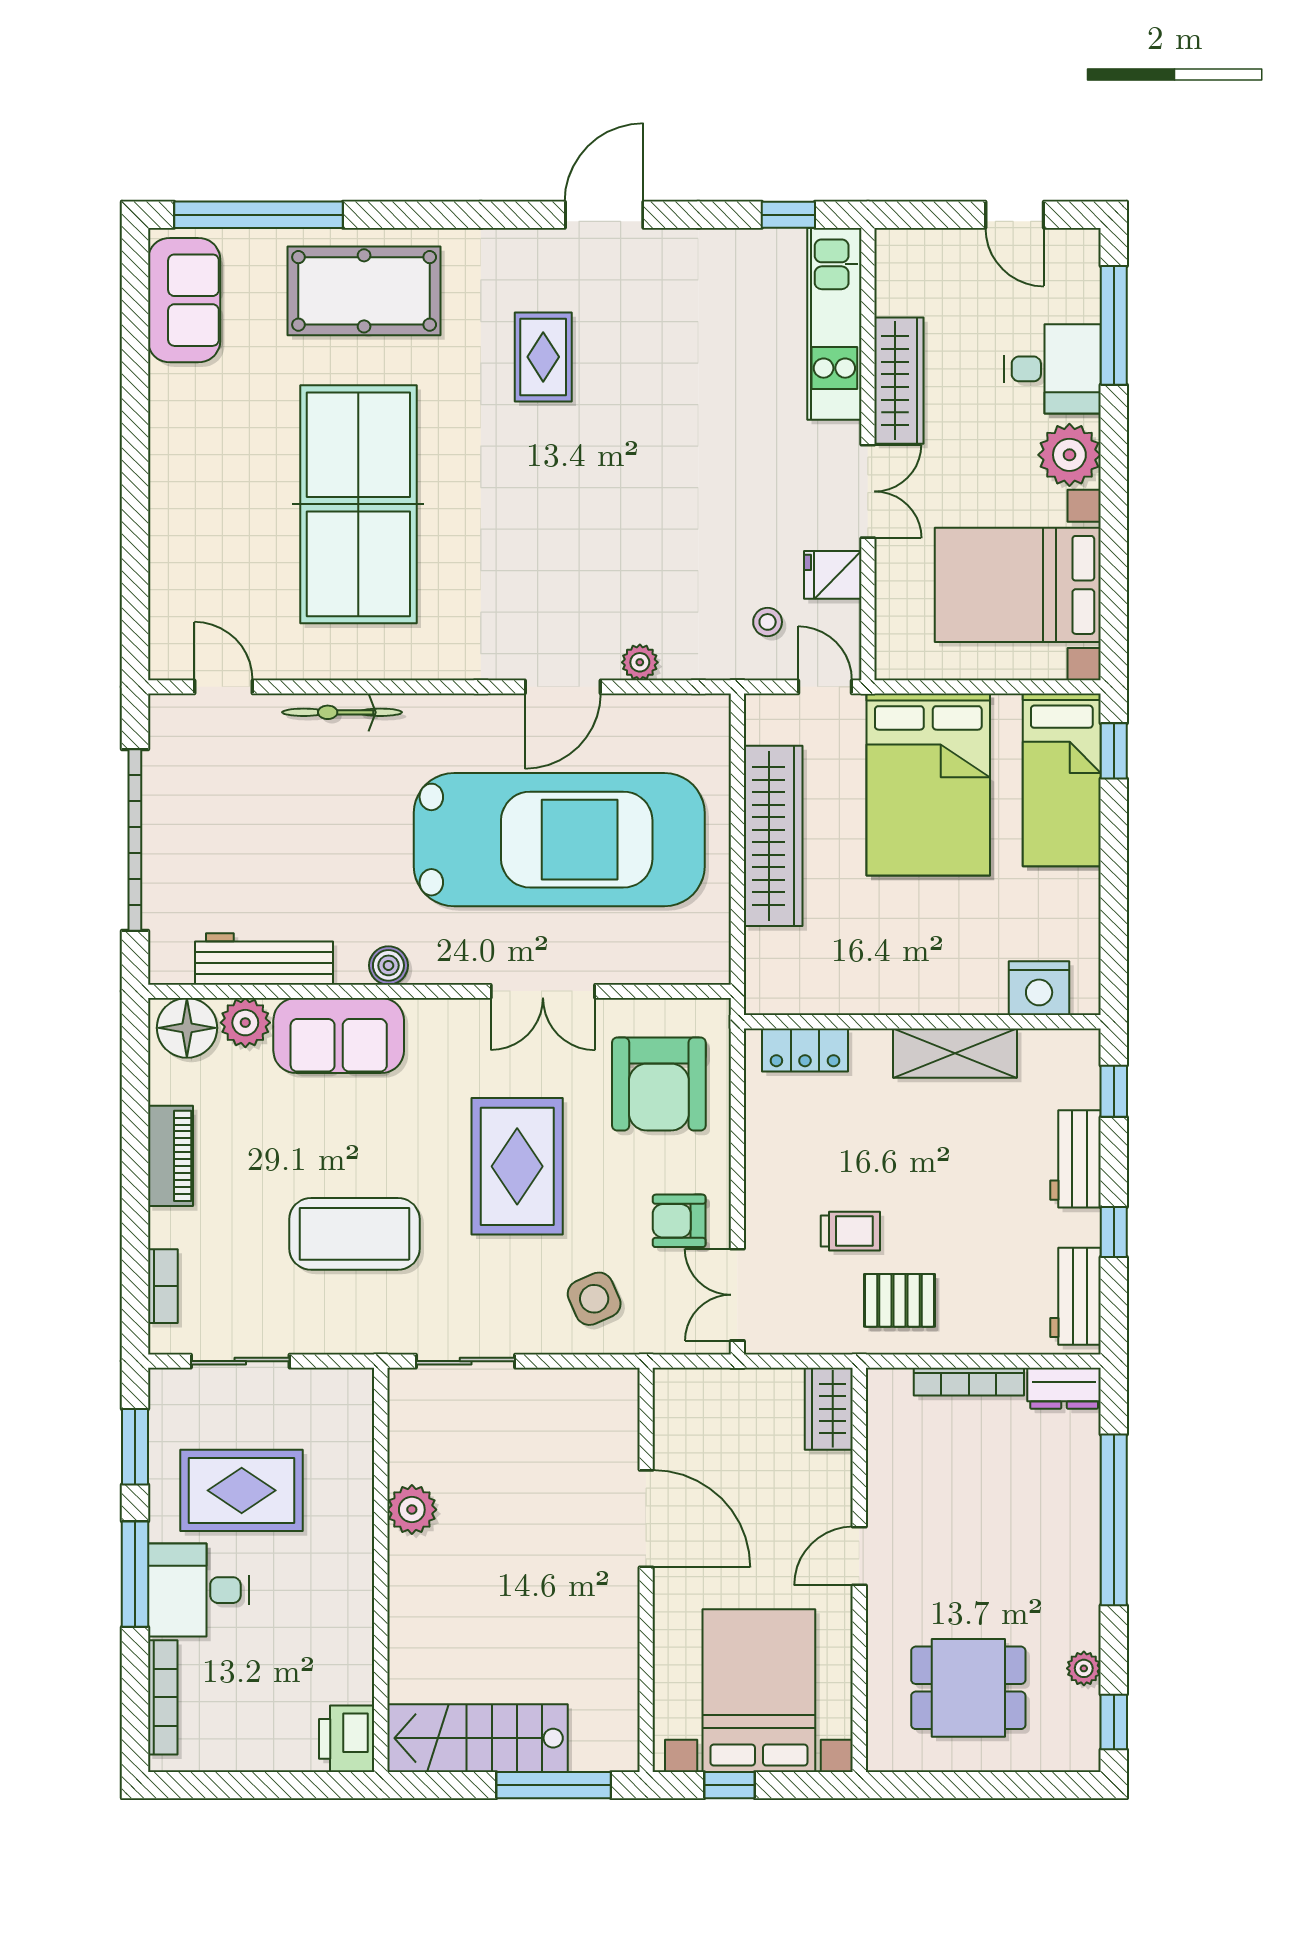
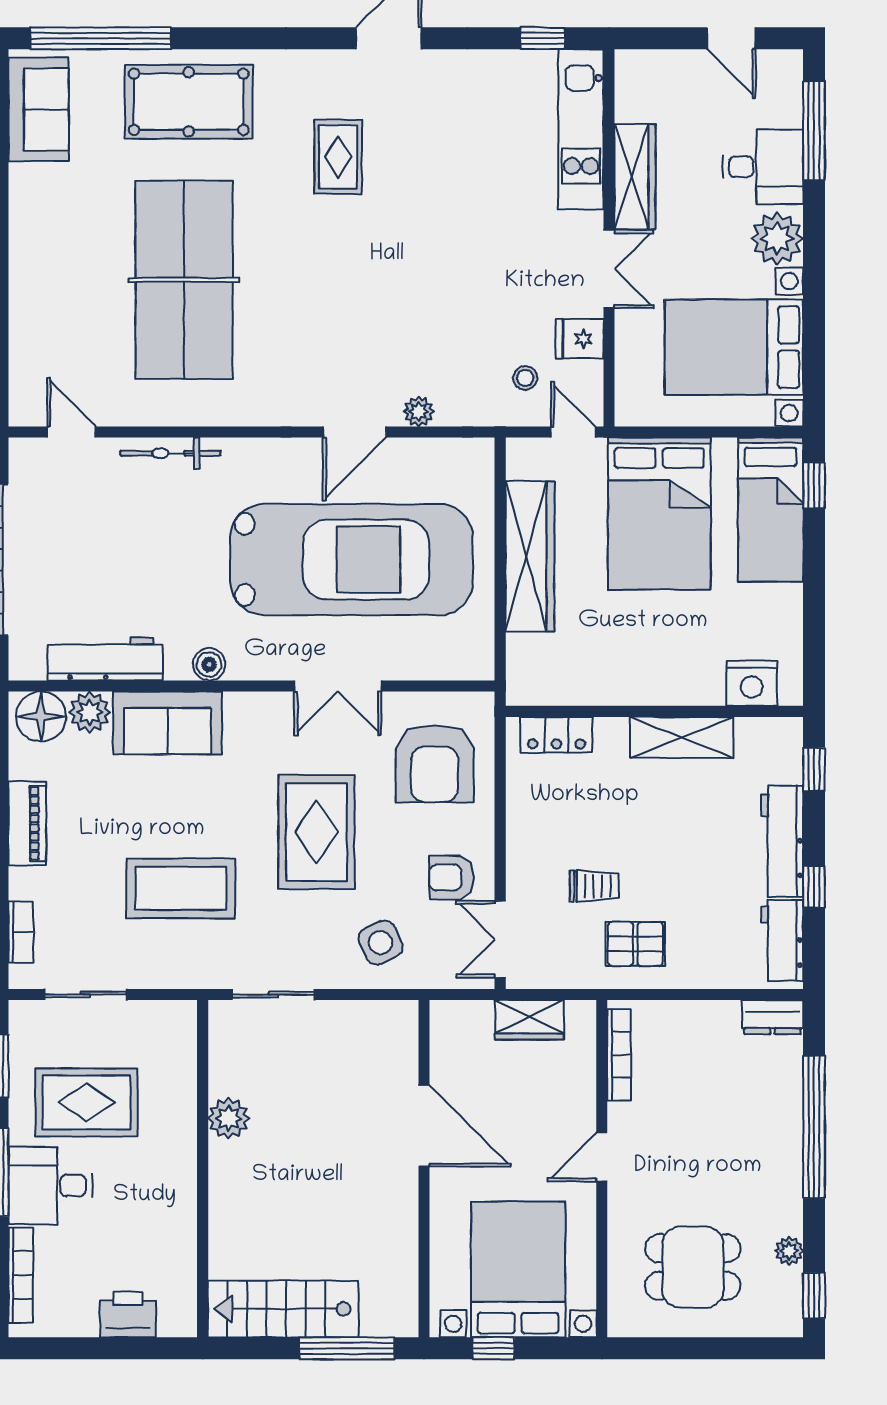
workbench: (1076, 1159) -> (782, 841), width x1.38
bookcase: (969, 1382) -> (619, 1055), moved, turned -90
wardrobe: (829, 1409) -> (529, 1020), moved, turned -90
printer: (347, 1739) -> (128, 1314), moved, turned 90

